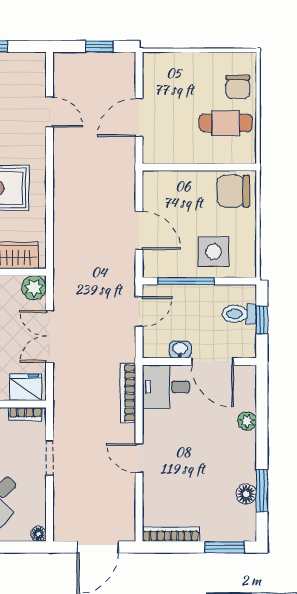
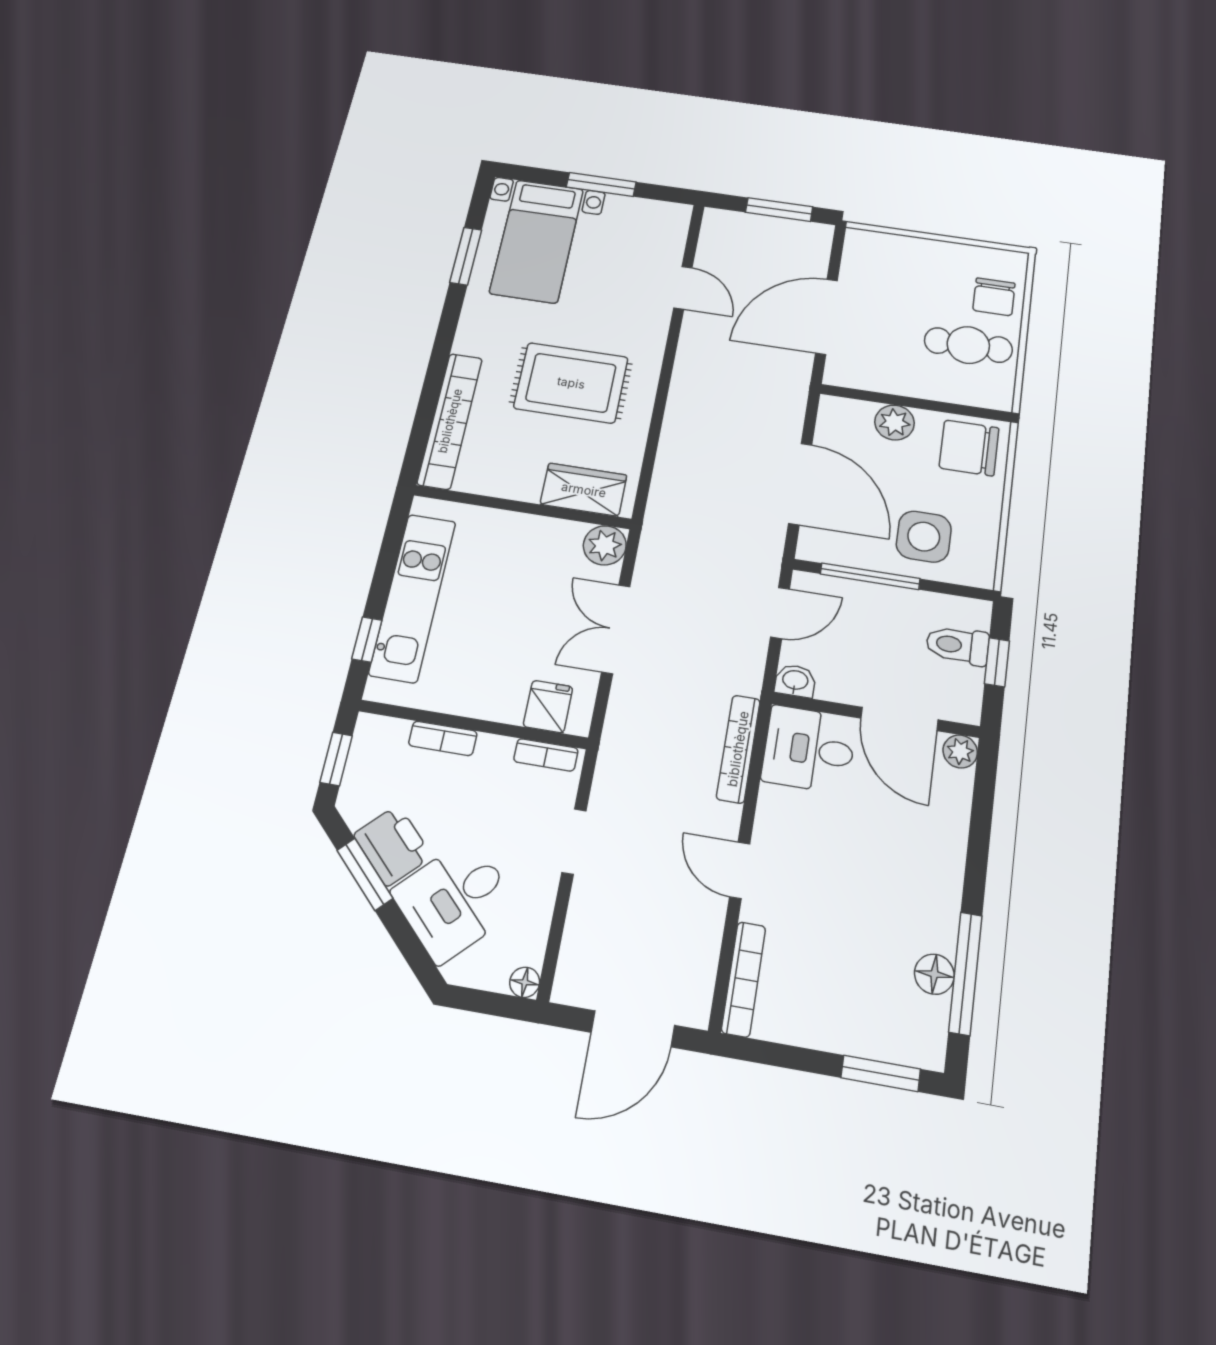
window: (99, 46) -> (779, 210), width x1.50
door: (139, 118) -> (826, 317), width x1.36
plant: (188, 182) -> (895, 422), added
door: (139, 231) -> (800, 484), width x1.36
washbasin: (180, 350) -> (795, 681), moved
fridge: (25, 387) -> (548, 707), width x0.72
plant: (247, 421) -> (960, 751), moved
window: (262, 491) -> (965, 973), width x1.44
bookcase: (171, 534) -> (744, 979), moved, turned 90

